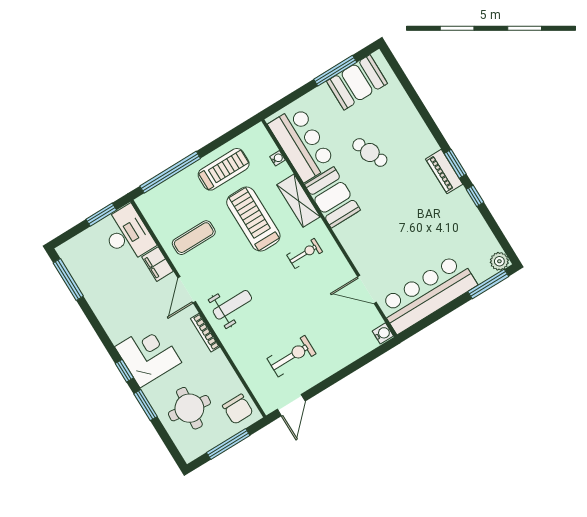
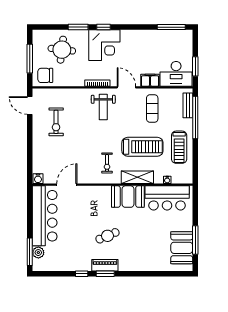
cafe table: (370, 152) -> (108, 236), moved
bench: (160, 192) -> (188, 105), added
plant: (499, 261) -> (38, 253), moved

